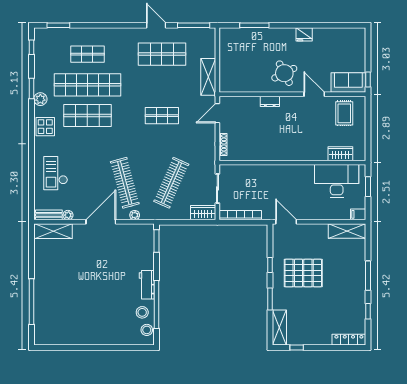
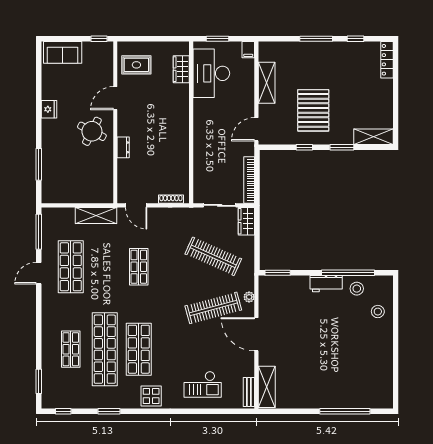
round table: (284, 73) -> (92, 131), turned -36
sofa: (348, 83) -> (63, 52), moved, turned -90
plant: (40, 99) -> (121, 401), removed
plant: (68, 215) -> (249, 371), removed
shelving: (347, 231) -> (267, 83), moved
stool: (147, 330) -> (378, 312), moved
window: (297, 347) -> (396, 118), removed

